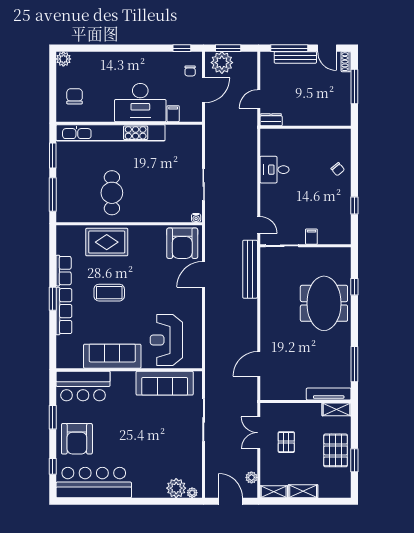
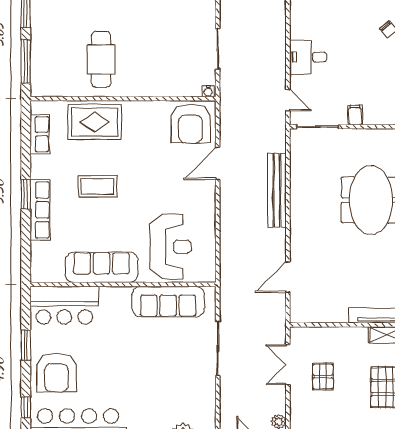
desk: (275, 170) -> (308, 57), moved
bench: (250, 269) -> (277, 190), moved
row of seats: (64, 271) -> (40, 134), moved
reception desk: (166, 340) -> (170, 247), turned 180

